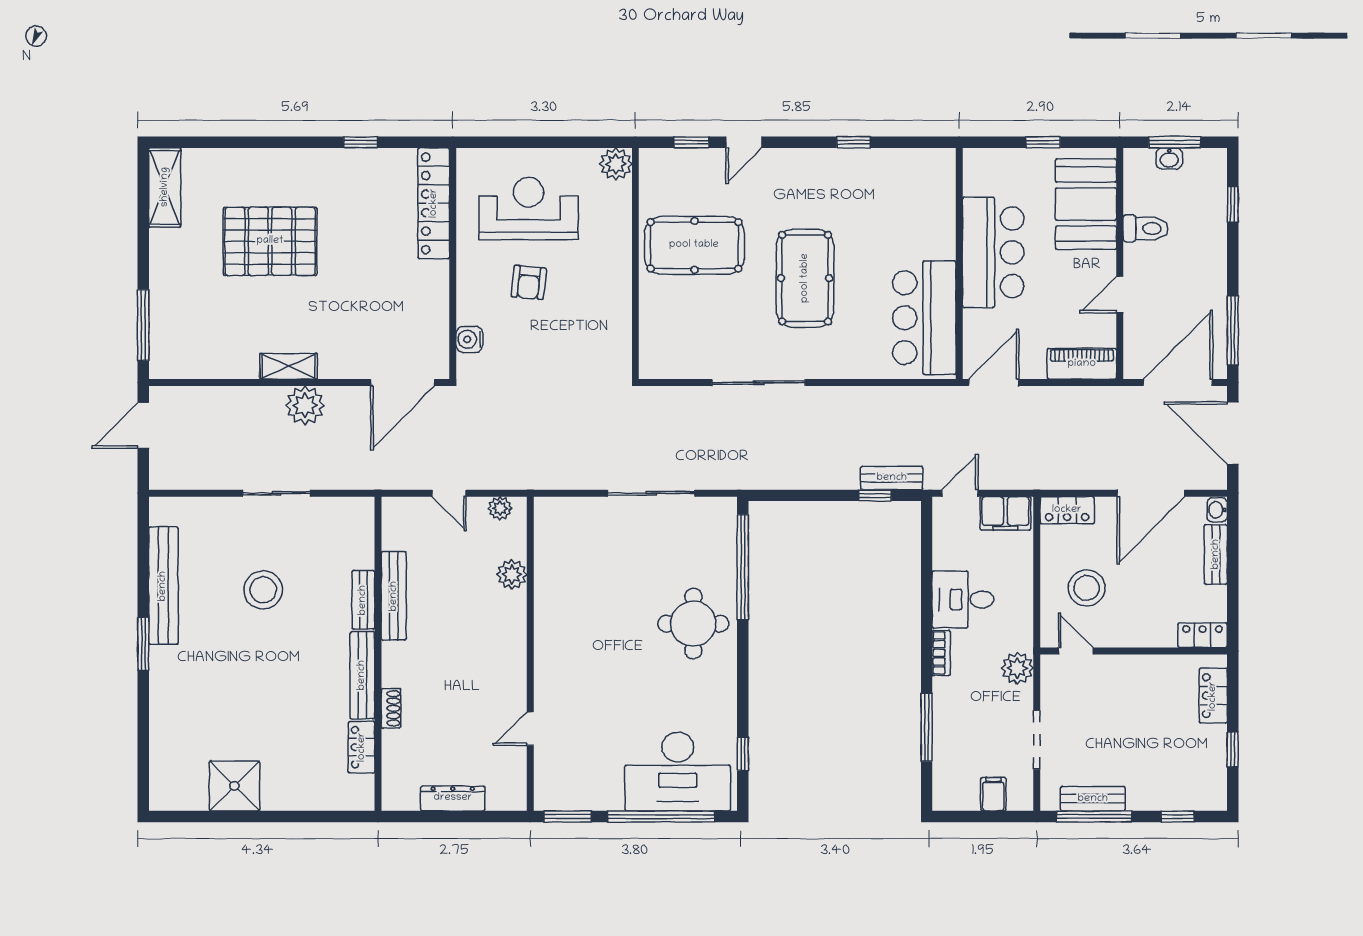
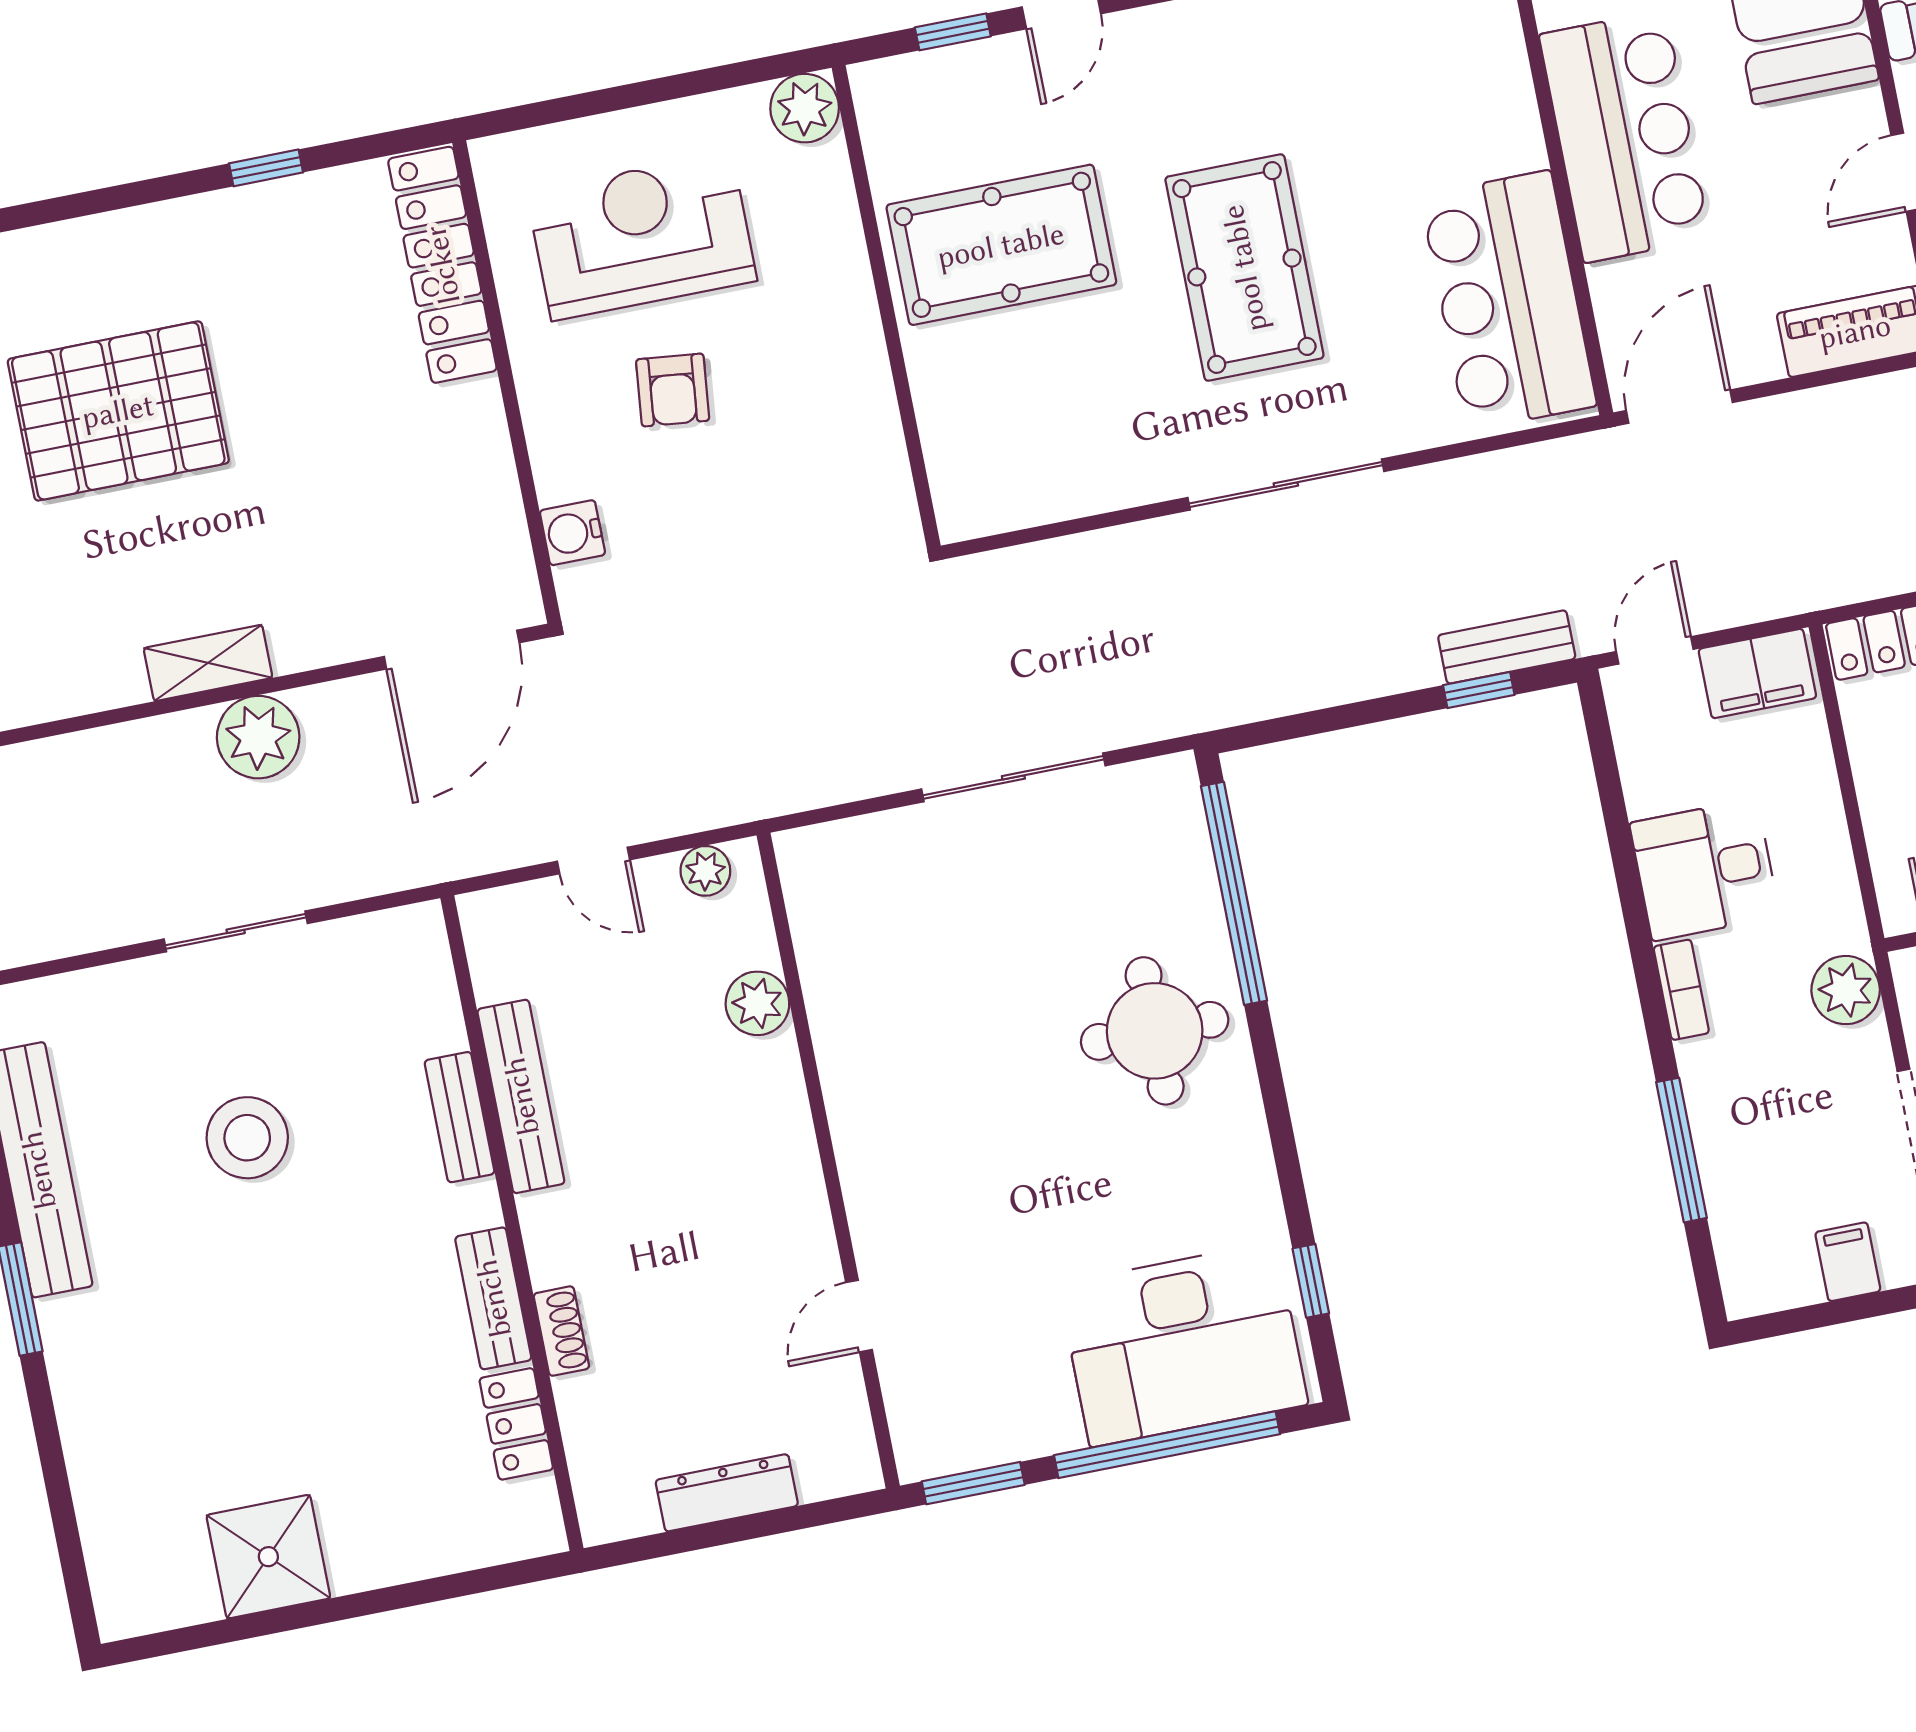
sliding door: (759, 383) -> (1286, 484), moved
bench: (362, 675) -> (493, 1298), width x0.73

